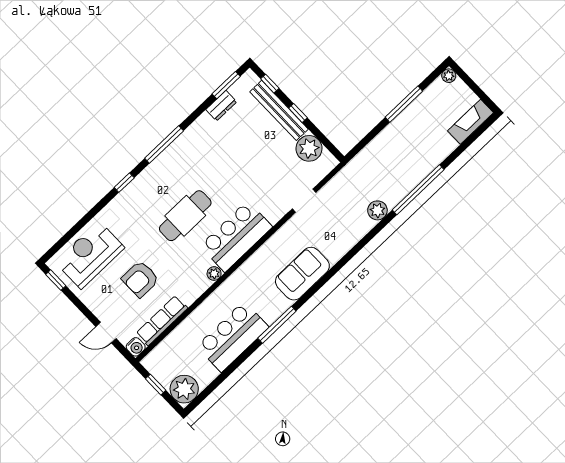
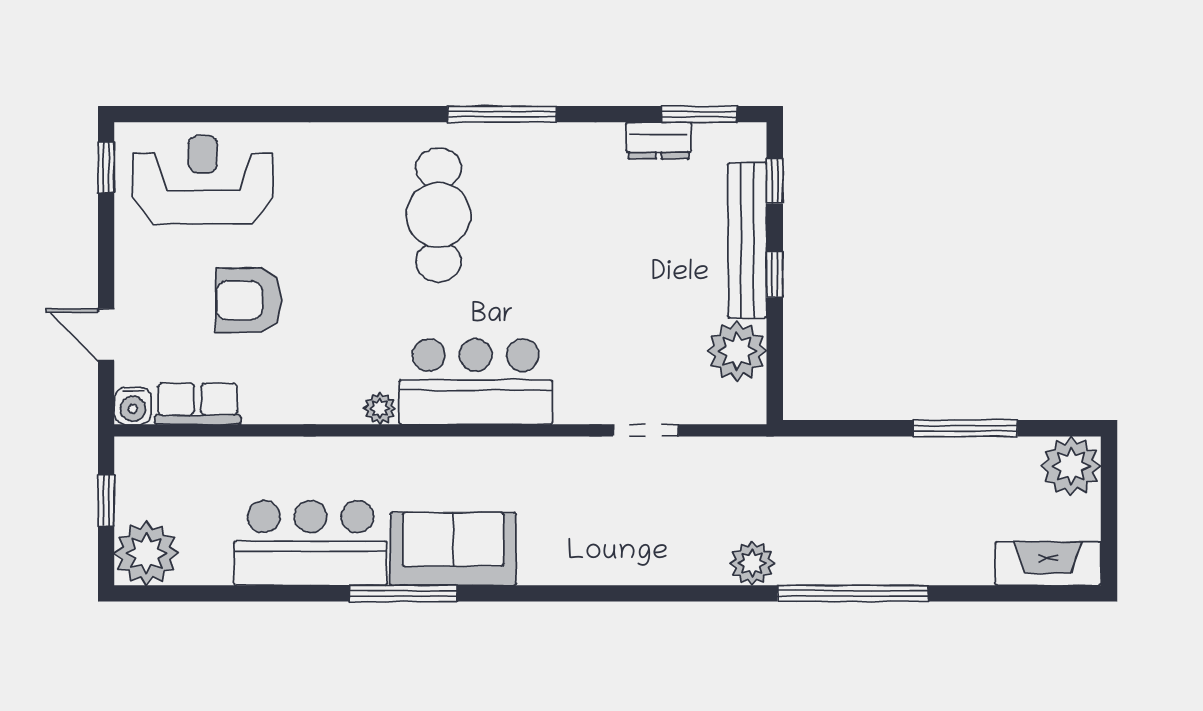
plant: (449, 76) -> (1071, 466), width x1.88, depth x1.88
window: (124, 183) -> (375, 114), removed
cafe table: (185, 216) -> (438, 215), moved, turned 90
sofa: (302, 274) -> (453, 549), moved
row of seats: (162, 321) -> (198, 404), width x0.68

